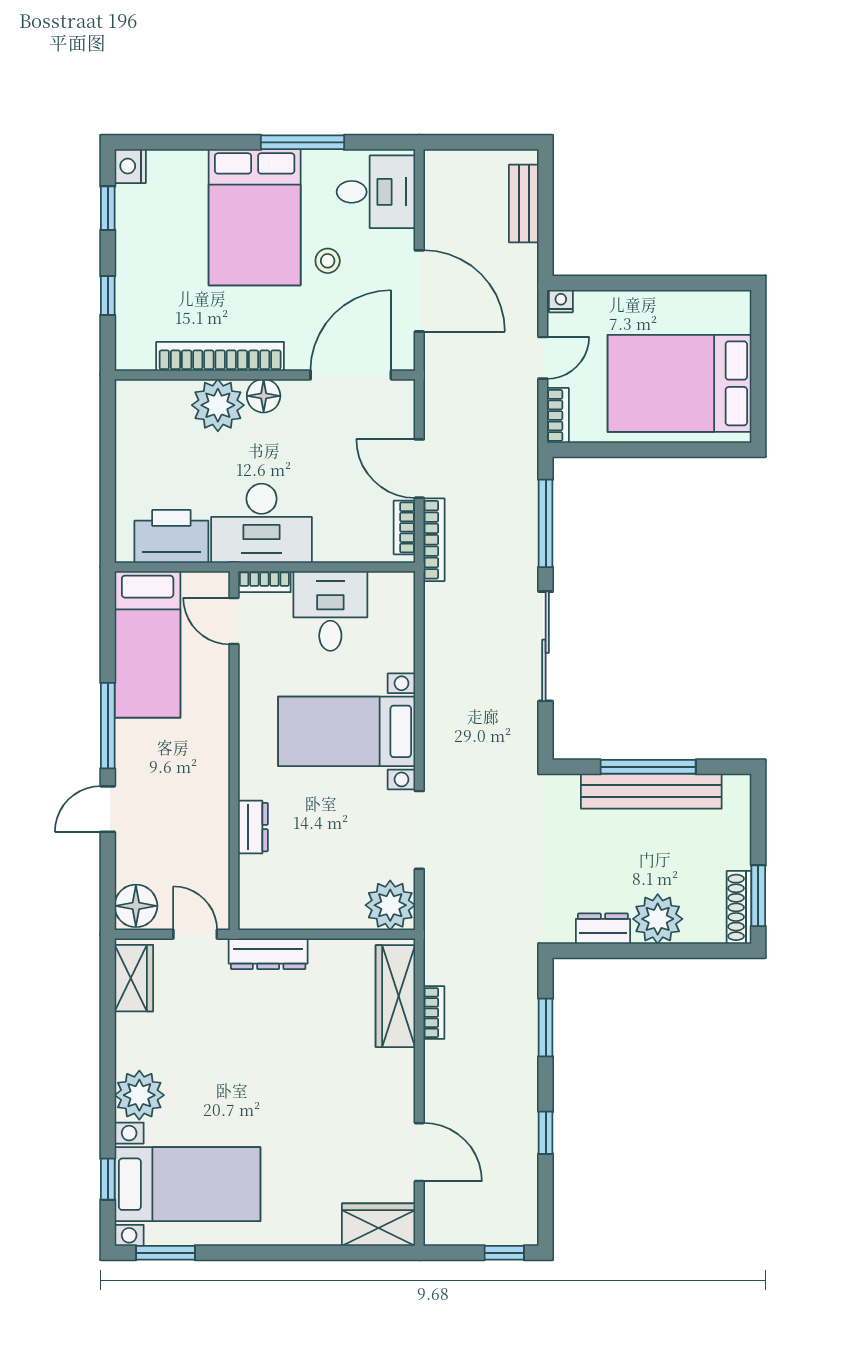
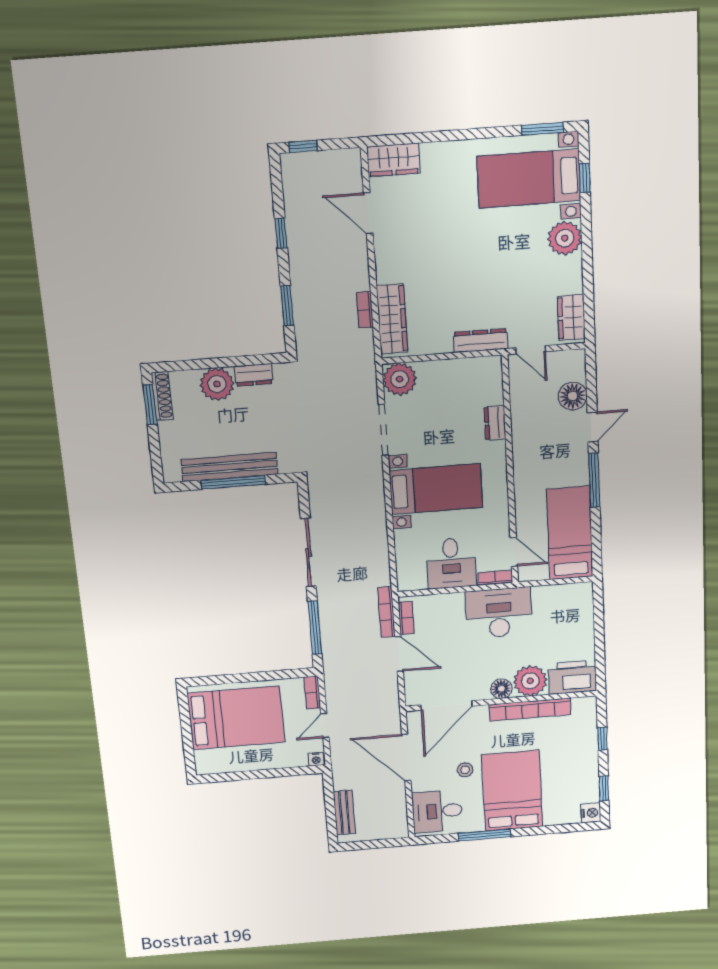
printer: (171, 536) -> (572, 677), moved, turned 180
floor lamp: (136, 906) -> (573, 396), moved

